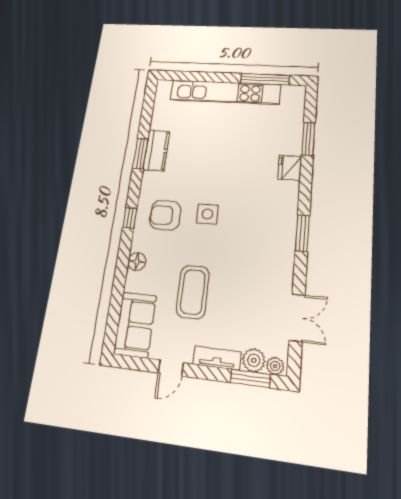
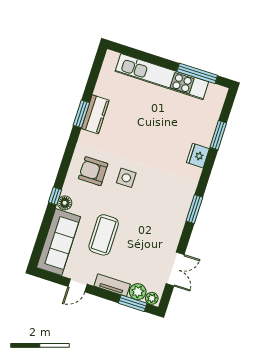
window: (130, 218) -> (55, 196), moved
sofa: (135, 325) -> (59, 242), width x1.36

